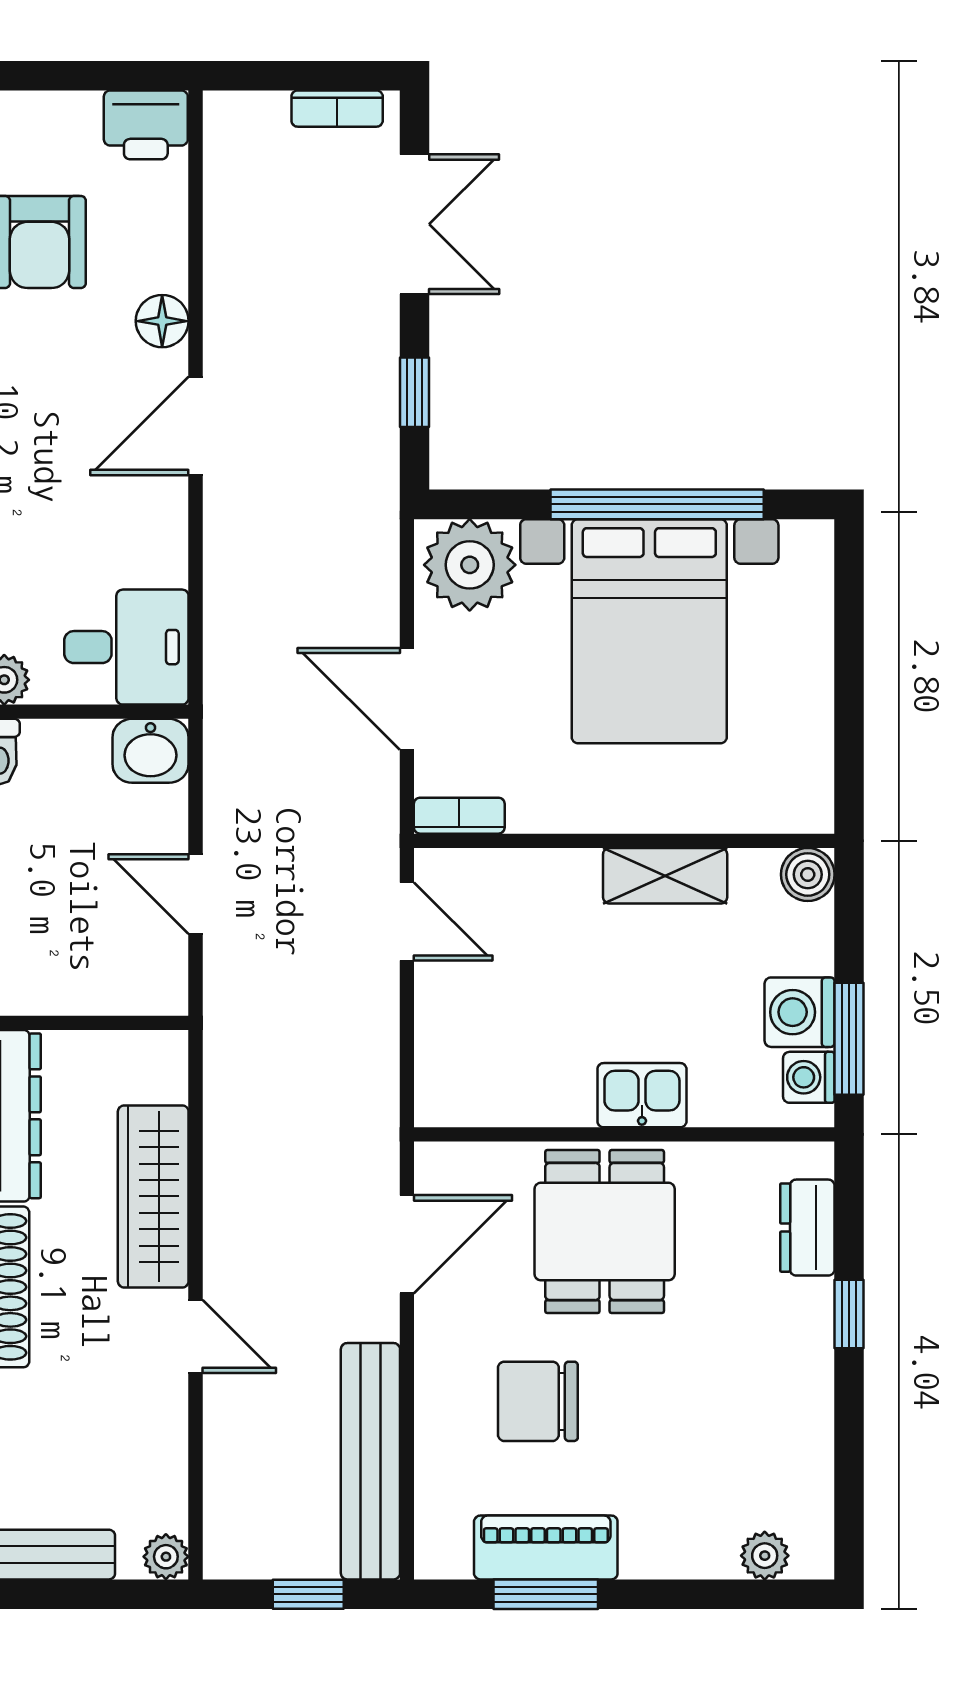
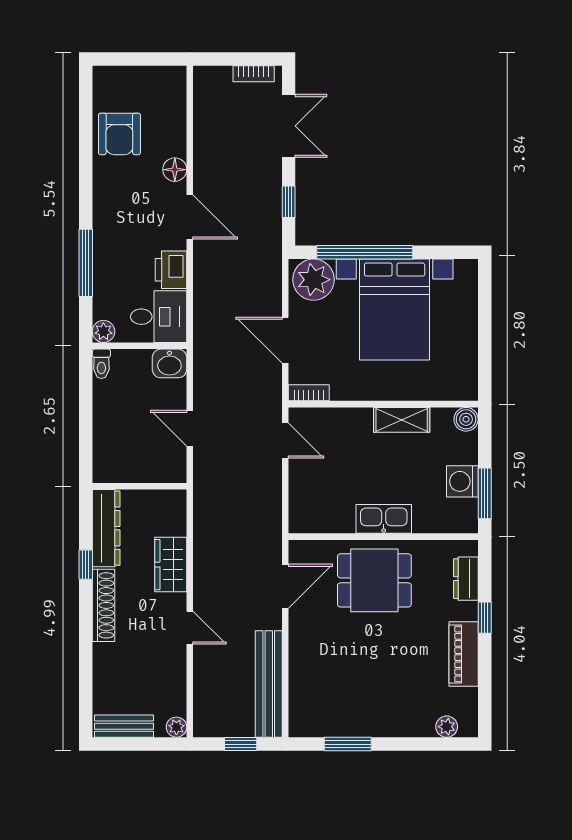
printer: (146, 125) -> (171, 270), moved, turned 90
door: (196, 426) -> (190, 217), swing flipped
window: (657, 504) -> (365, 252), moved
washing machine: (809, 1077) -> (467, 511), removed
kitchen sink: (642, 1095) -> (384, 519), width x1.38
wardrobe: (153, 1196) -> (171, 565), width x0.67
dining table: (605, 1232) -> (374, 580), turned 90
chair: (538, 1401) -> (344, 657), removed
piano: (546, 1547) -> (464, 654), moved, turned -90

